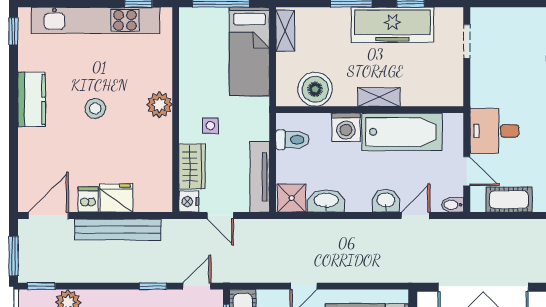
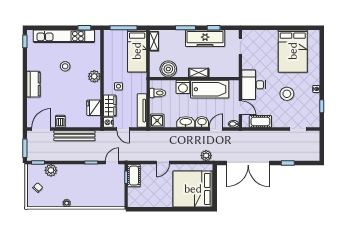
kitchen counter: (32, 99) -> (33, 84), moved
stool: (95, 108) -> (65, 66), moved
desk: (495, 131) -> (254, 85), width x1.37
fridge: (116, 198) -> (94, 108), moved, turned -90
washbasin: (326, 201) -> (186, 122), moved
plant: (395, 271) -> (206, 156), added

